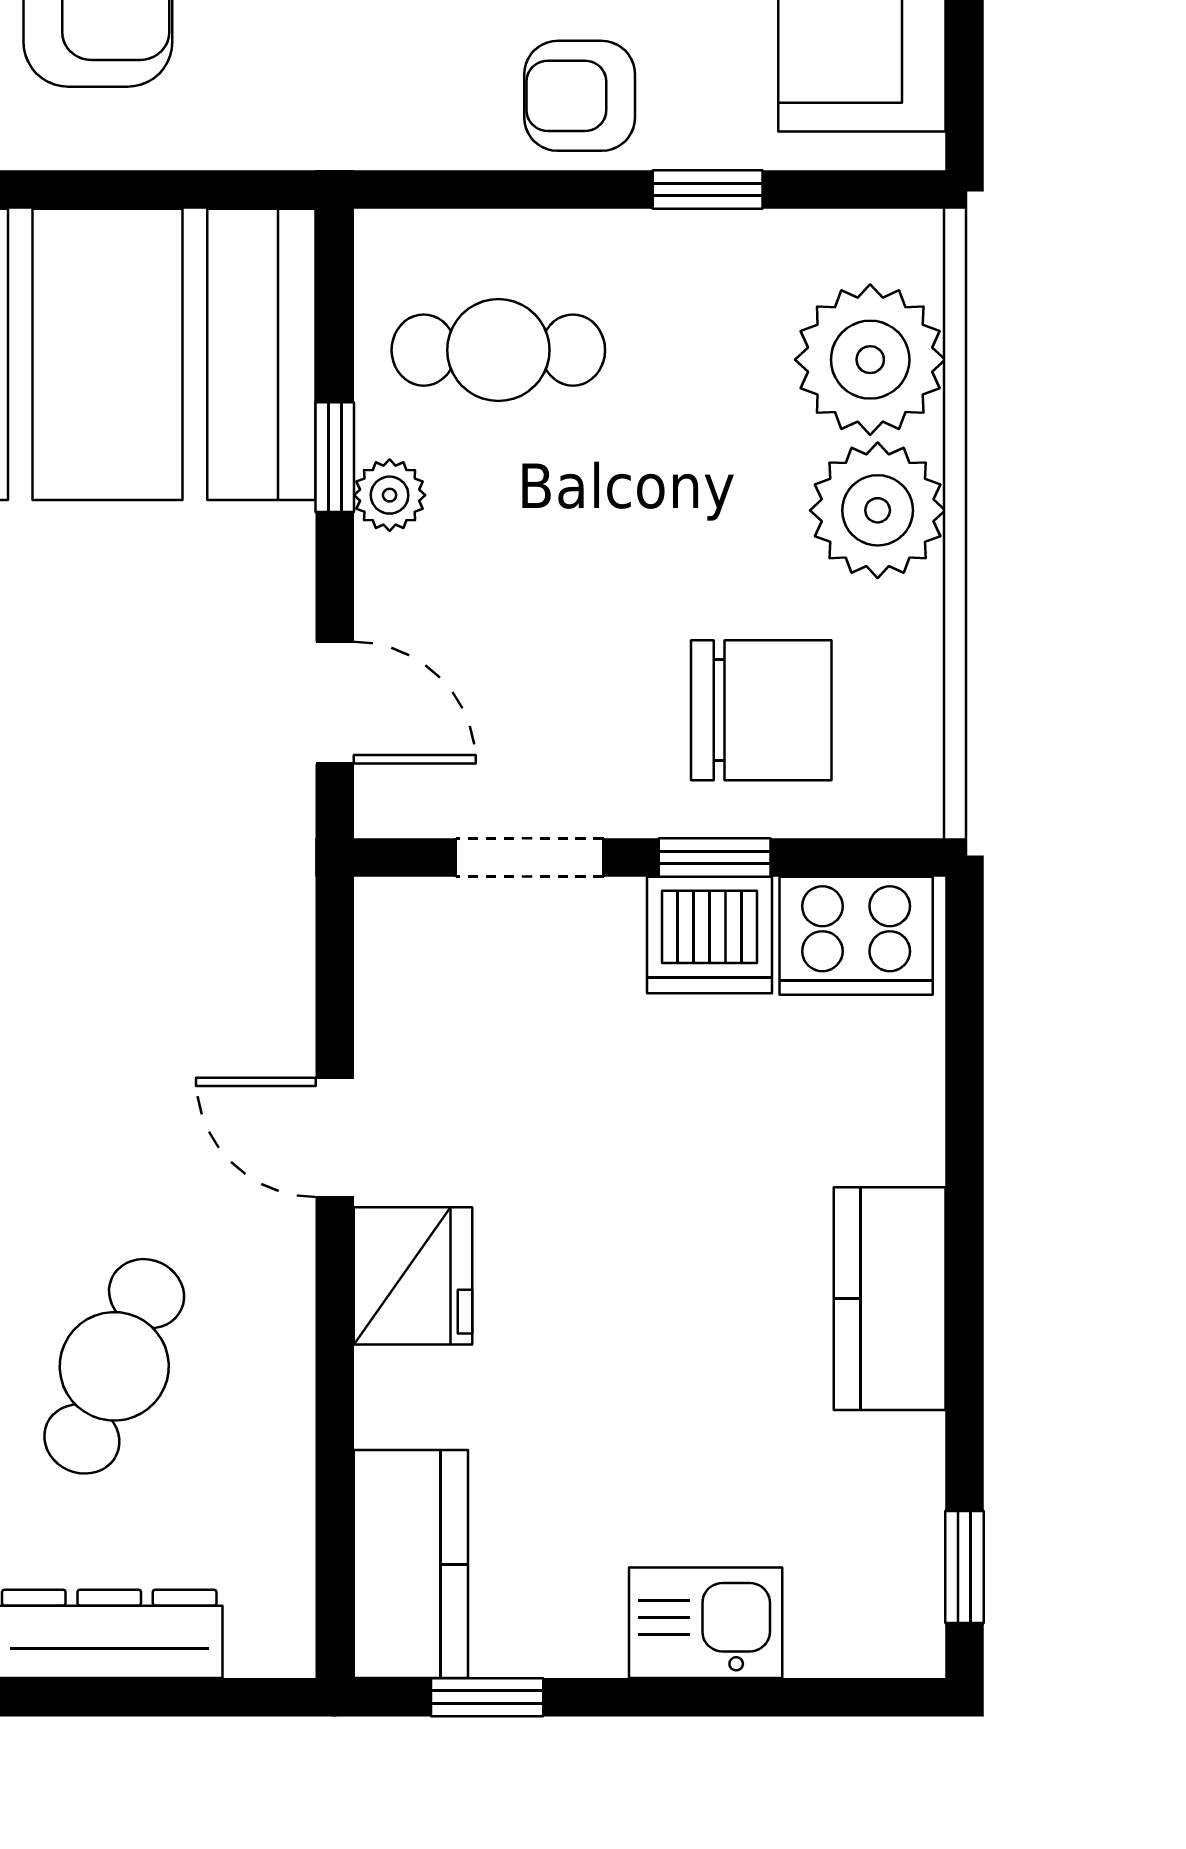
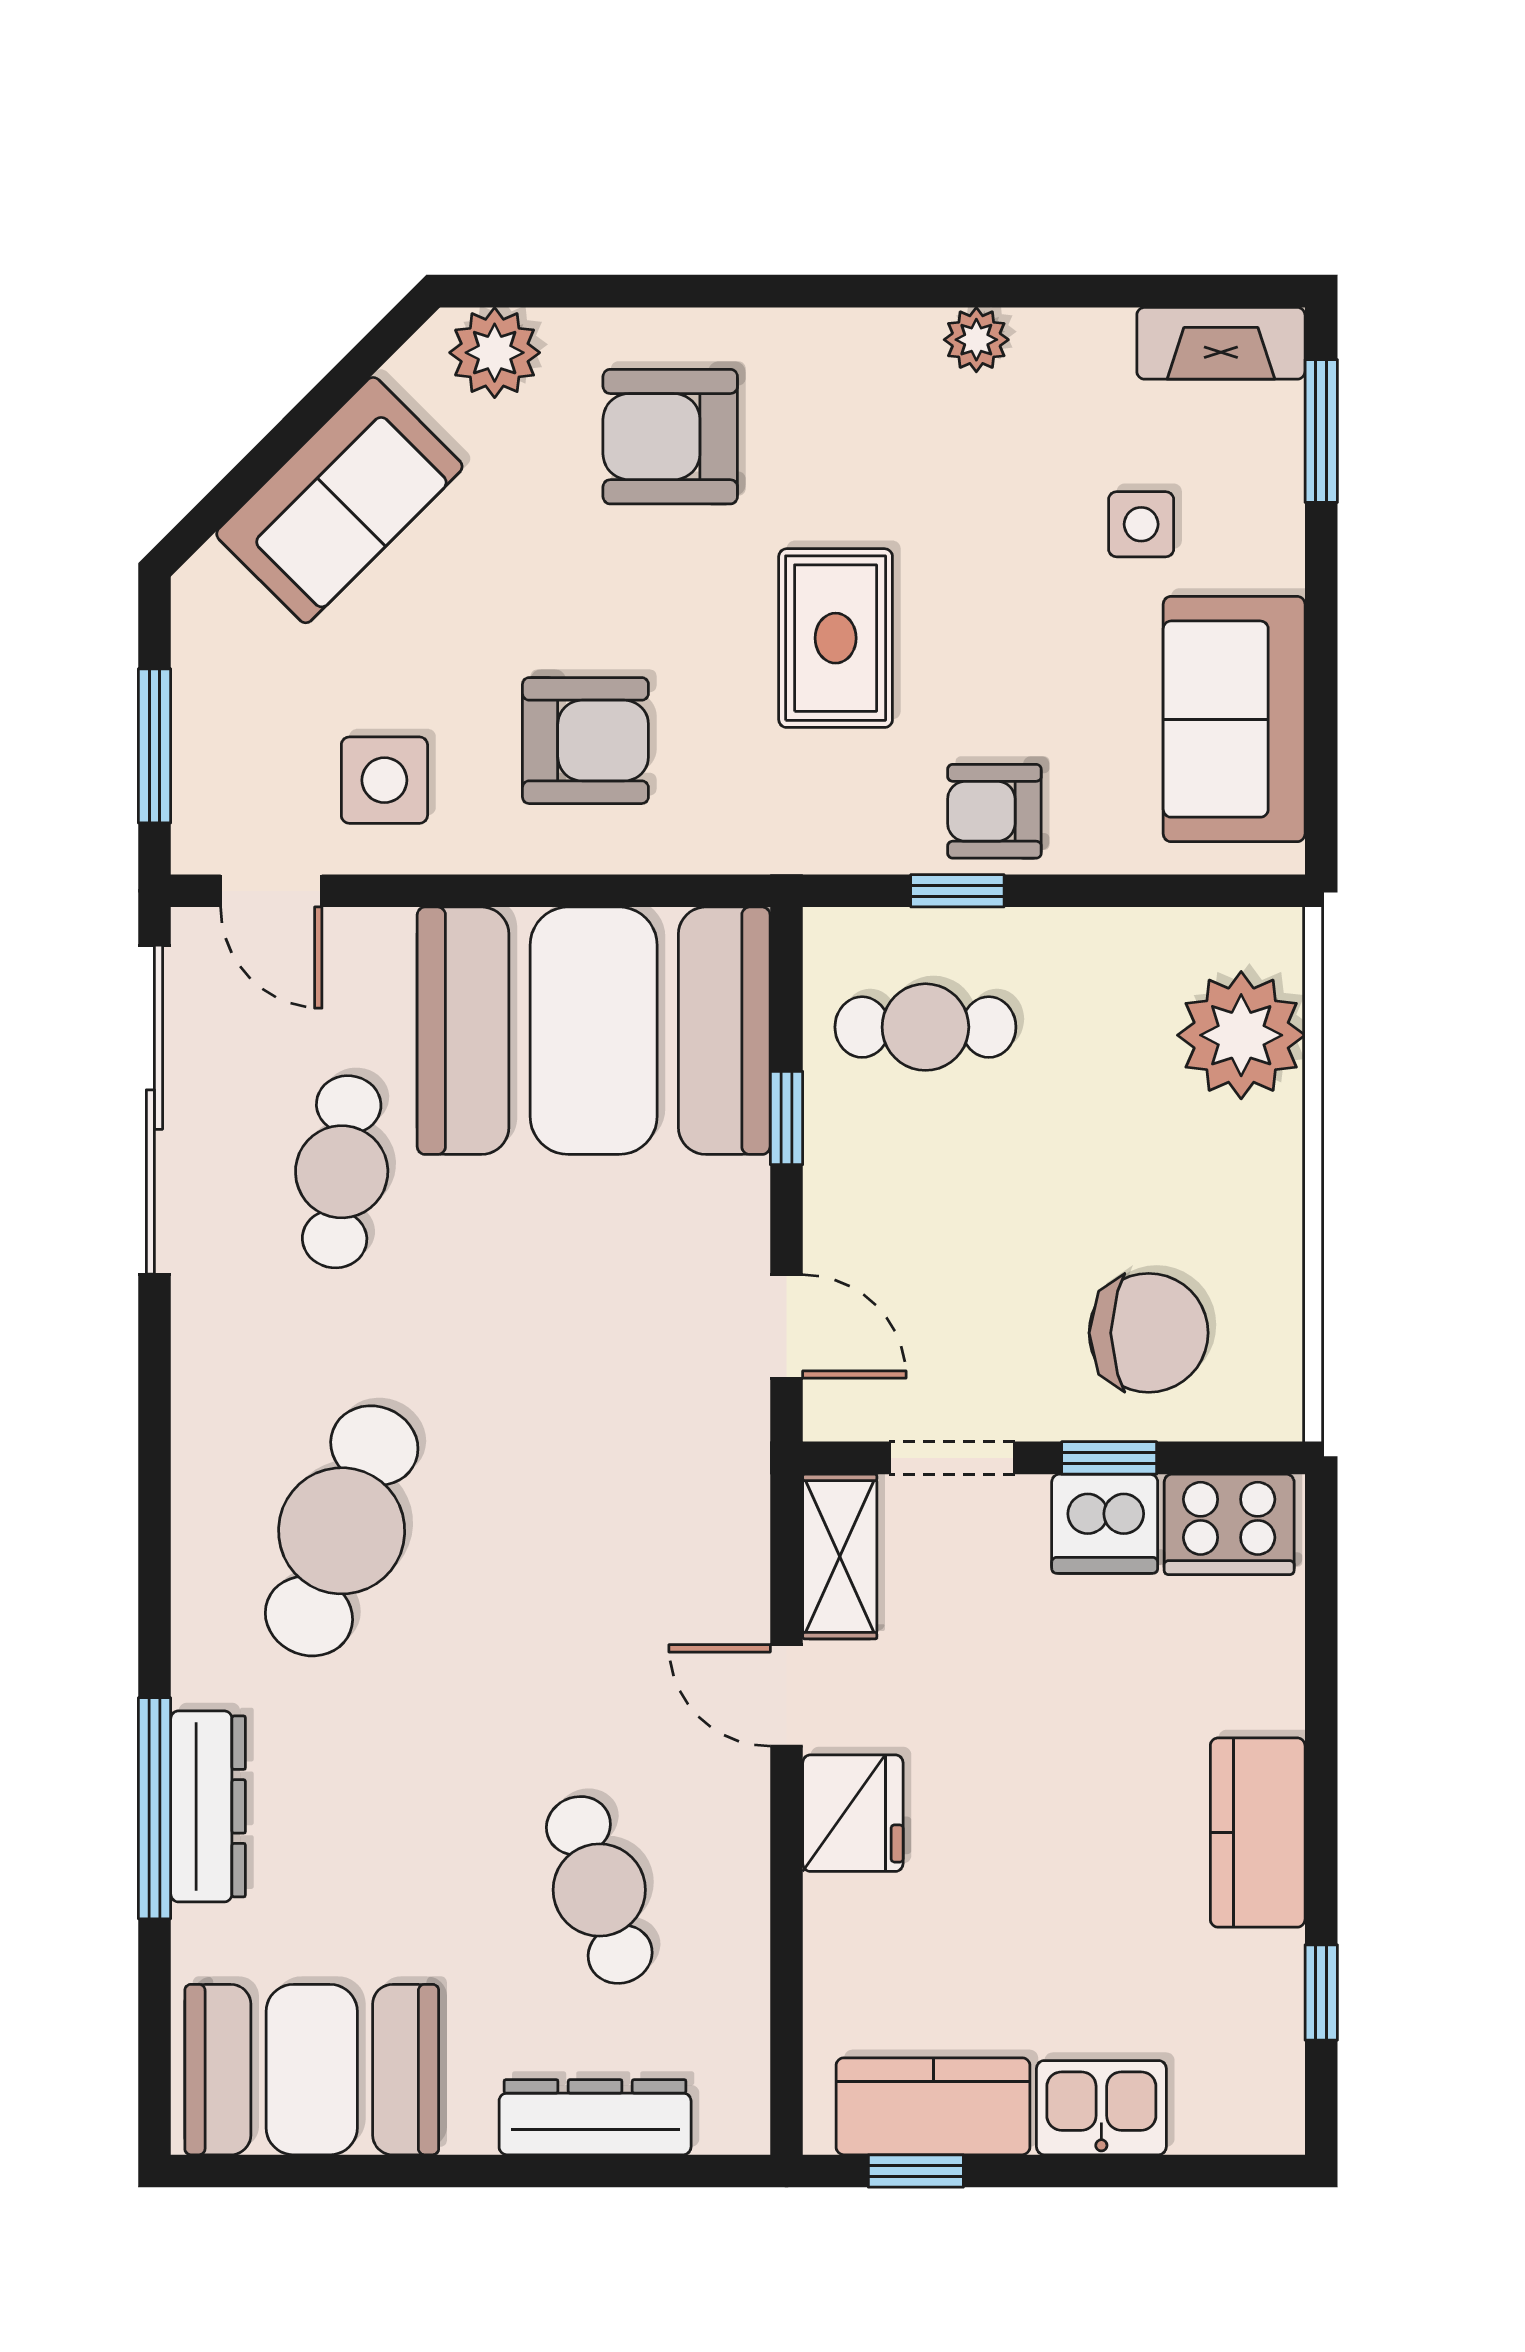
window: (708, 189) -> (957, 891), moved
plant: (390, 495) -> (833, 1150), removed
plant: (878, 510) -> (1247, 1163), removed
shelving: (397, 974) -> (840, 1557), added
cafe table: (114, 1366) -> (599, 1890), turned -42
kitchen counter: (411, 1564) -> (933, 2106), moved, turned -90
window: (965, 1567) -> (1321, 1992), moved

